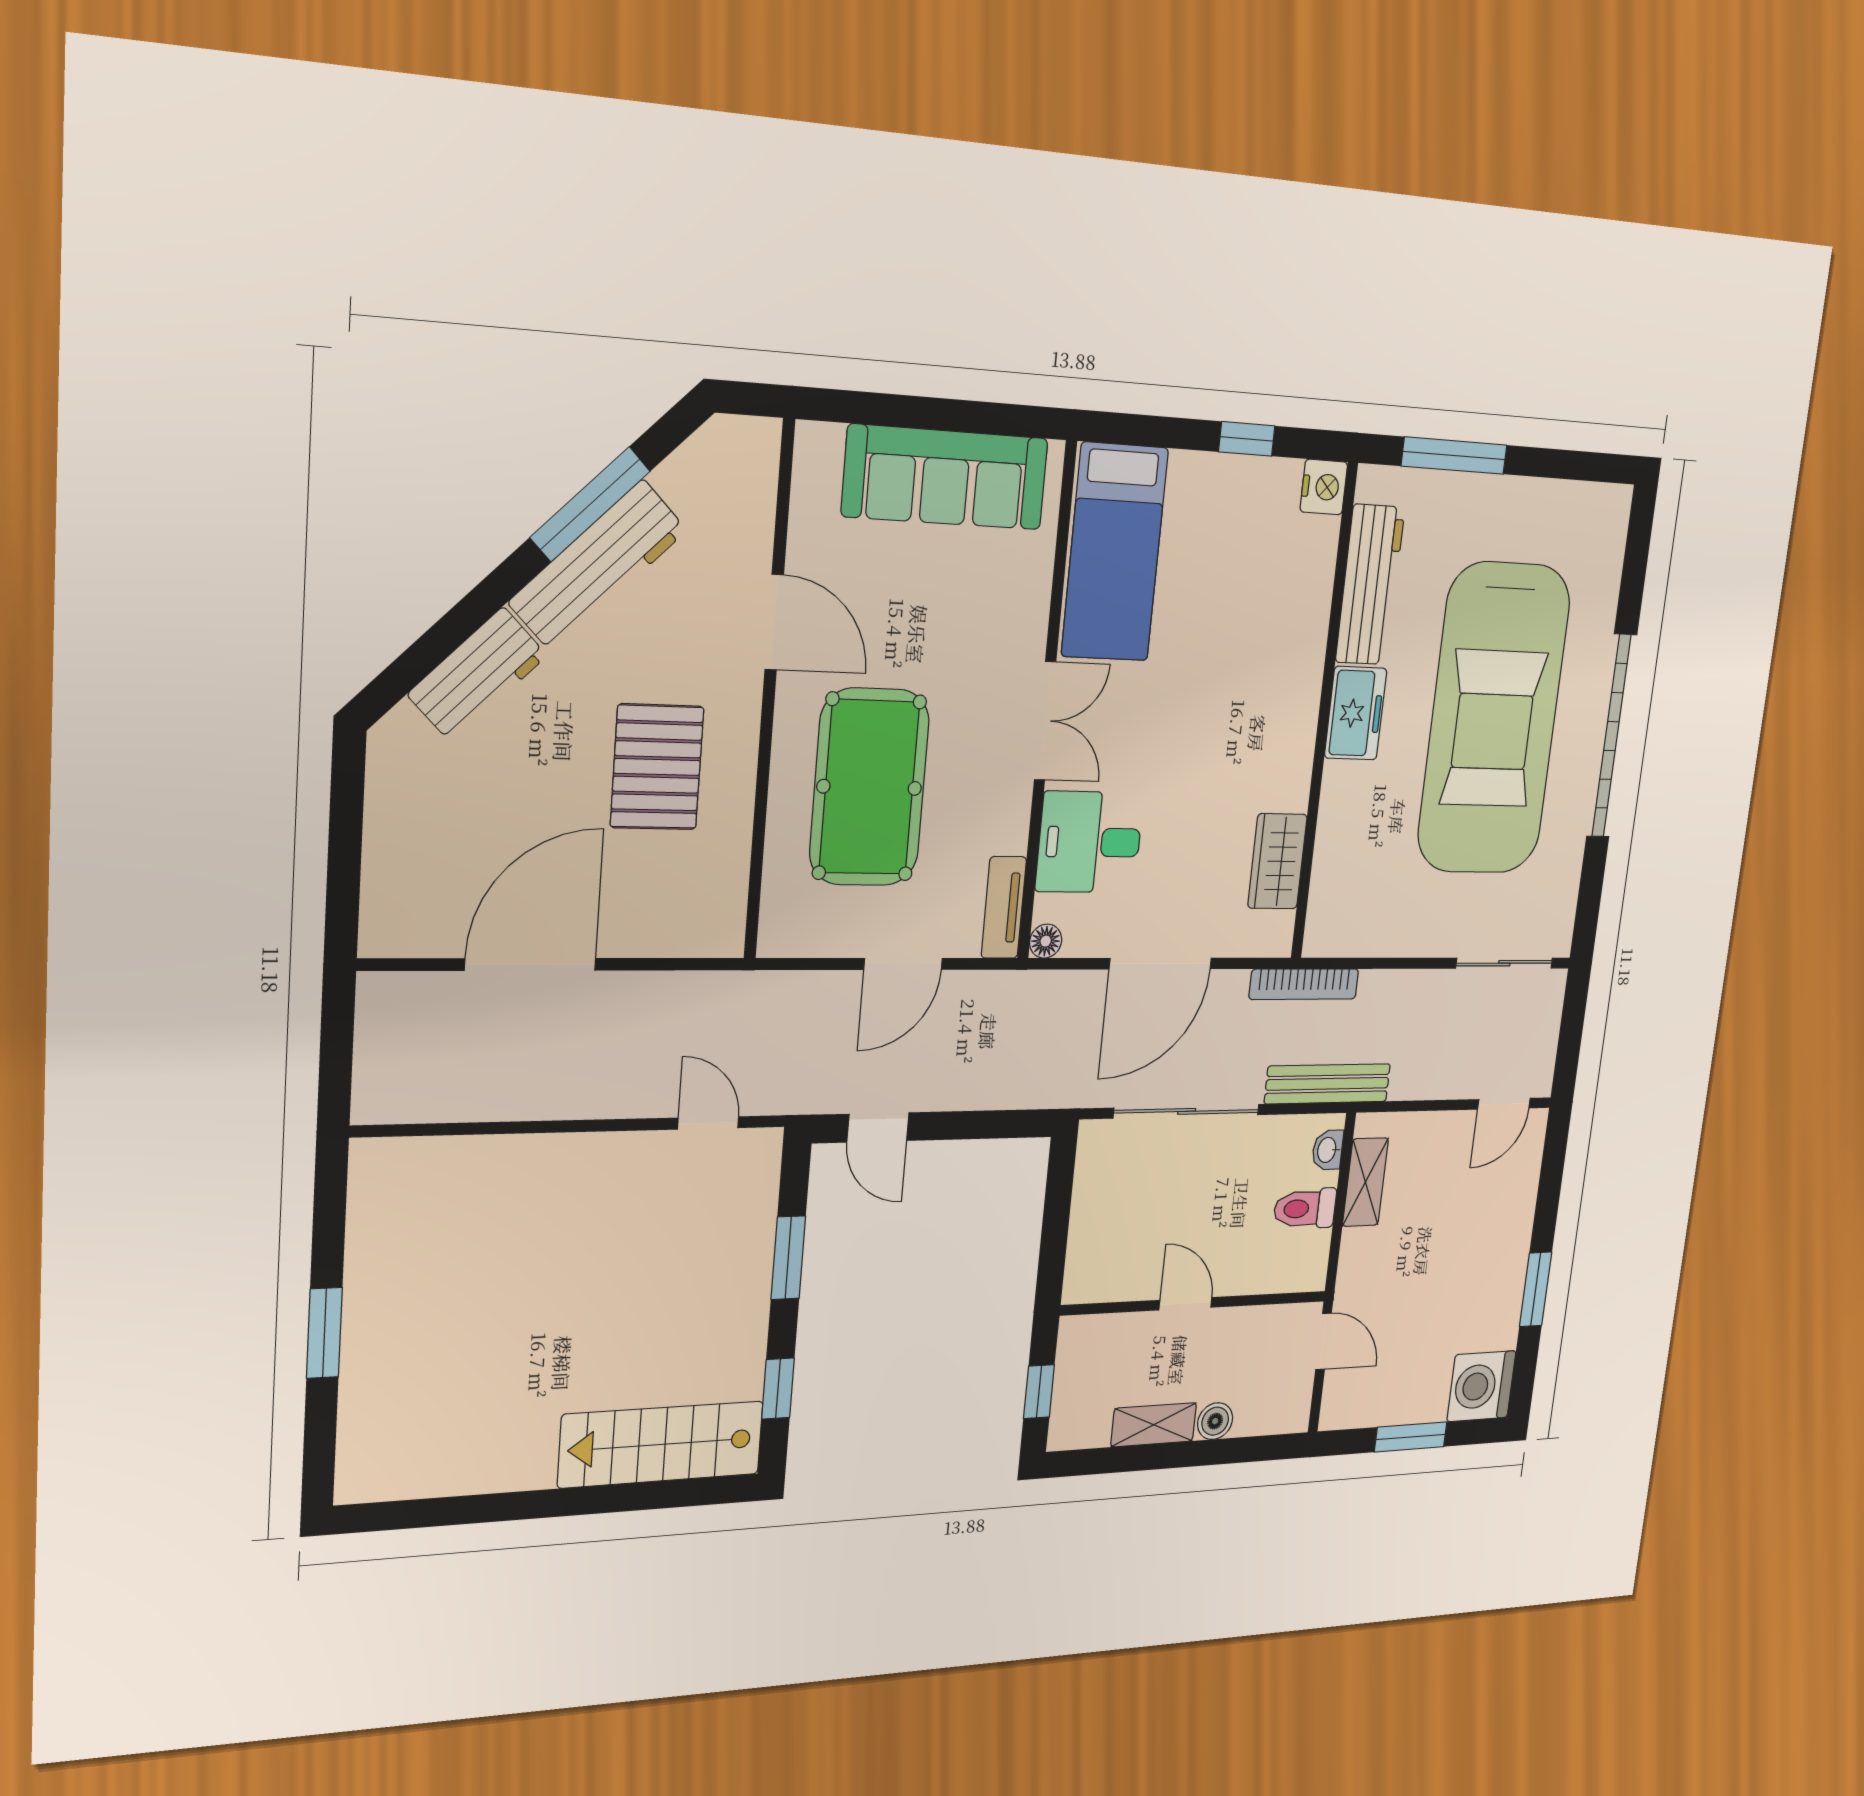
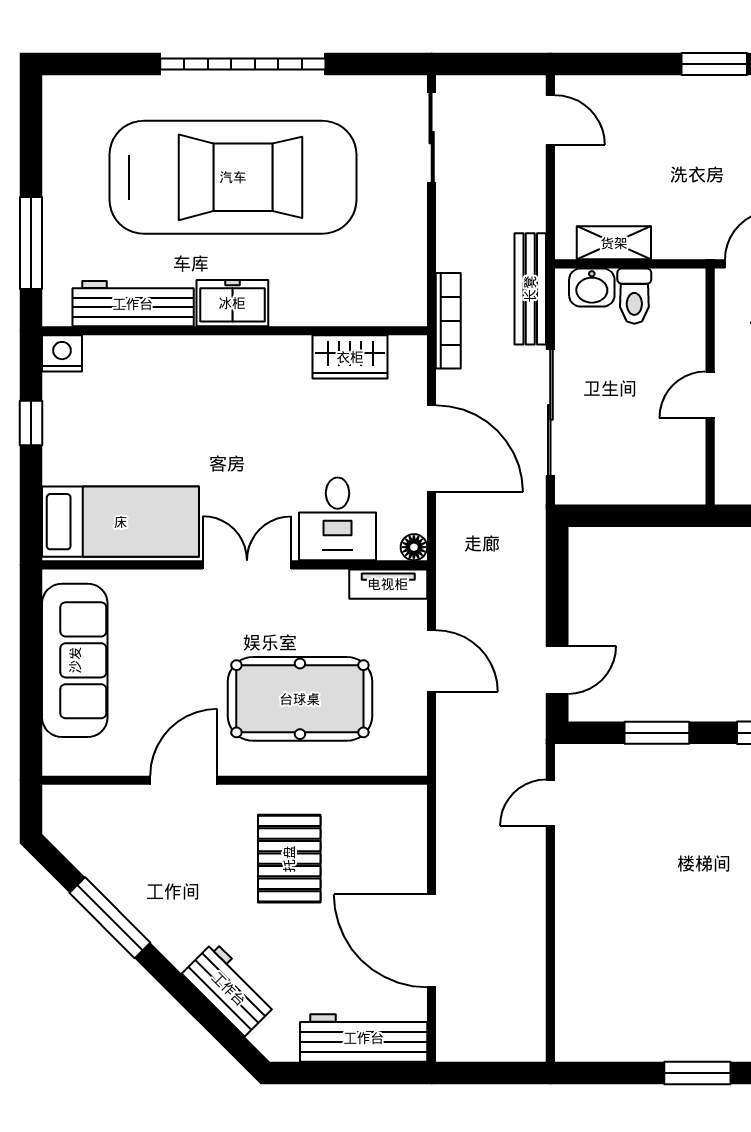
workbench: (598, 566) -> (364, 1038), moved, turned -45
pallet: (657, 767) -> (289, 859), turned 90
washbasin: (1328, 1150) -> (592, 288), width x1.38, depth x1.45

